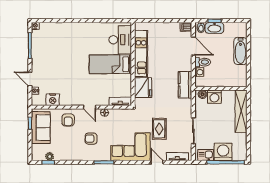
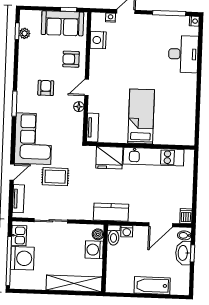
desk: (120, 40) -> (183, 54), moved, turned -90
toilet: (203, 62) -> (114, 235), moved

